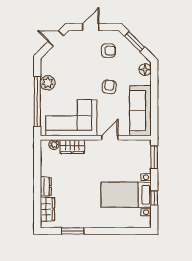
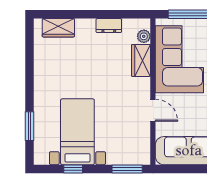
dresser: (46, 186) -> (109, 26), moved
window: (73, 231) -> (30, 126), moved

